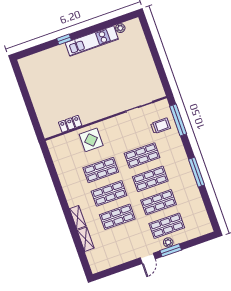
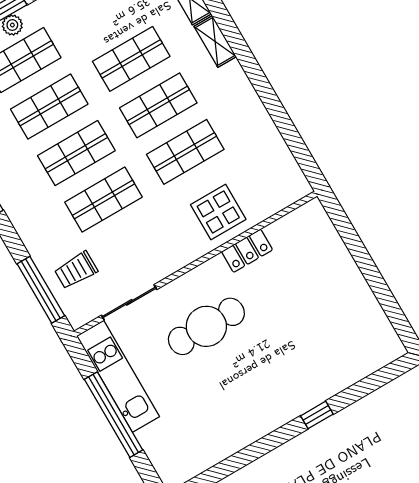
plant: (120, 28) -> (201, 462), removed
kitchen unit: (92, 41) -> (118, 376), moved, turned 90
window: (156, 57) -> (114, 415), added
cafe table: (106, 89) -> (206, 326), added
locker: (70, 124) -> (247, 251), moved

